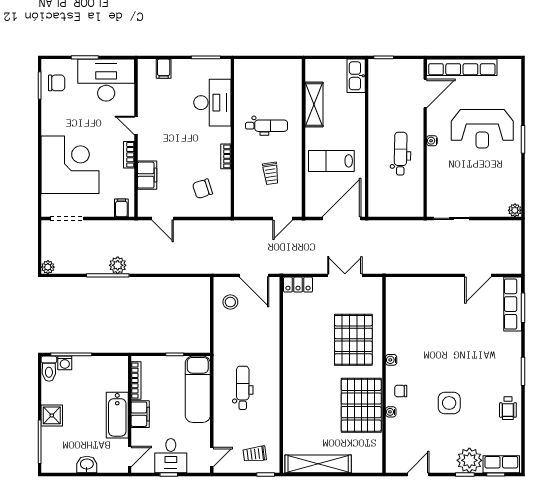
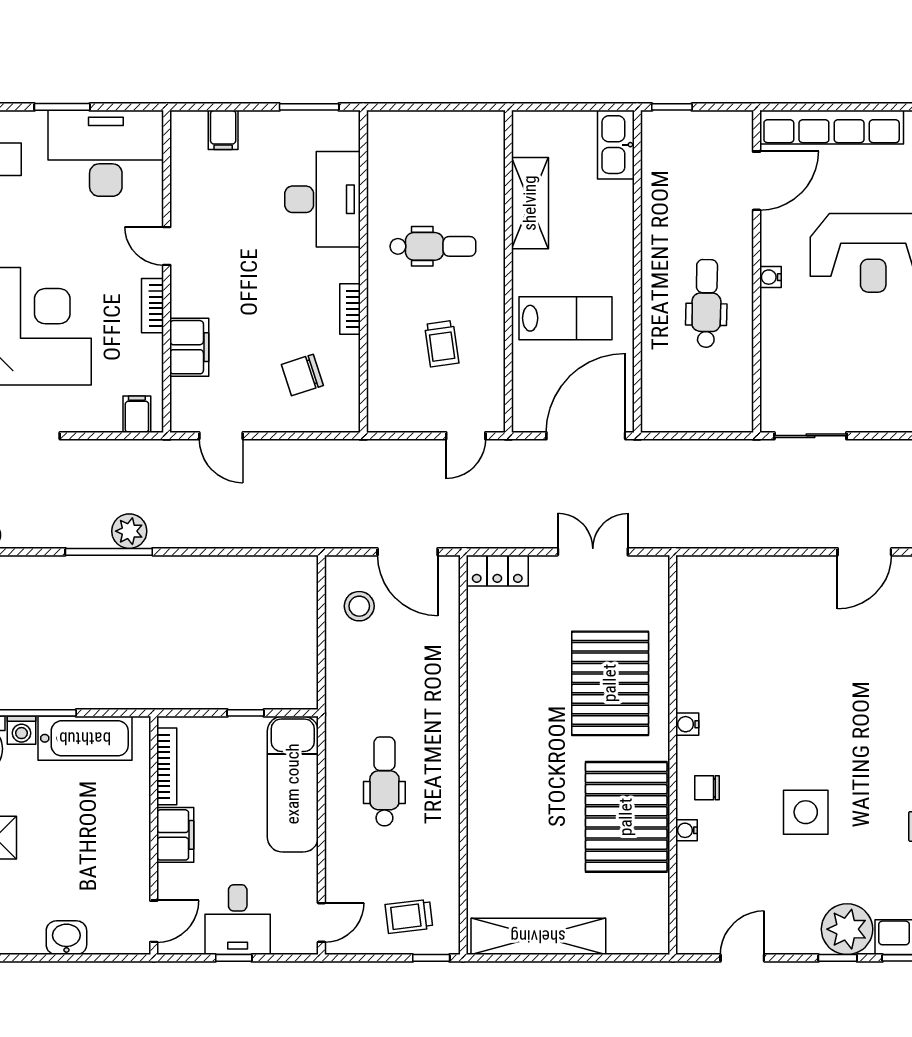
lab bench: (331, 161) -> (565, 318), turned 180
bathtub: (117, 415) -> (85, 738), moved, turned -90

